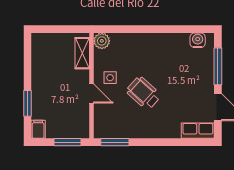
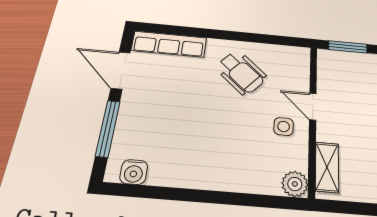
wheelchair: (144, 93) -> (241, 73), moved
row of seats: (198, 131) -> (169, 44), width x1.48
window: (115, 142) -> (280, 40), removed

